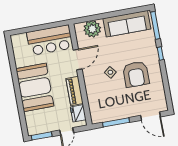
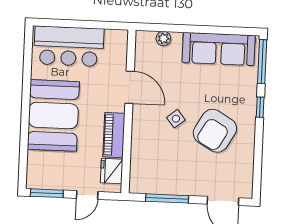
plant: (92, 29) -> (163, 39), width x0.53, depth x0.53
bar counter: (50, 40) -> (69, 46), moved
door: (78, 59) -> (130, 87), hinge flipped
armchair: (136, 74) -> (215, 131), turned 30

